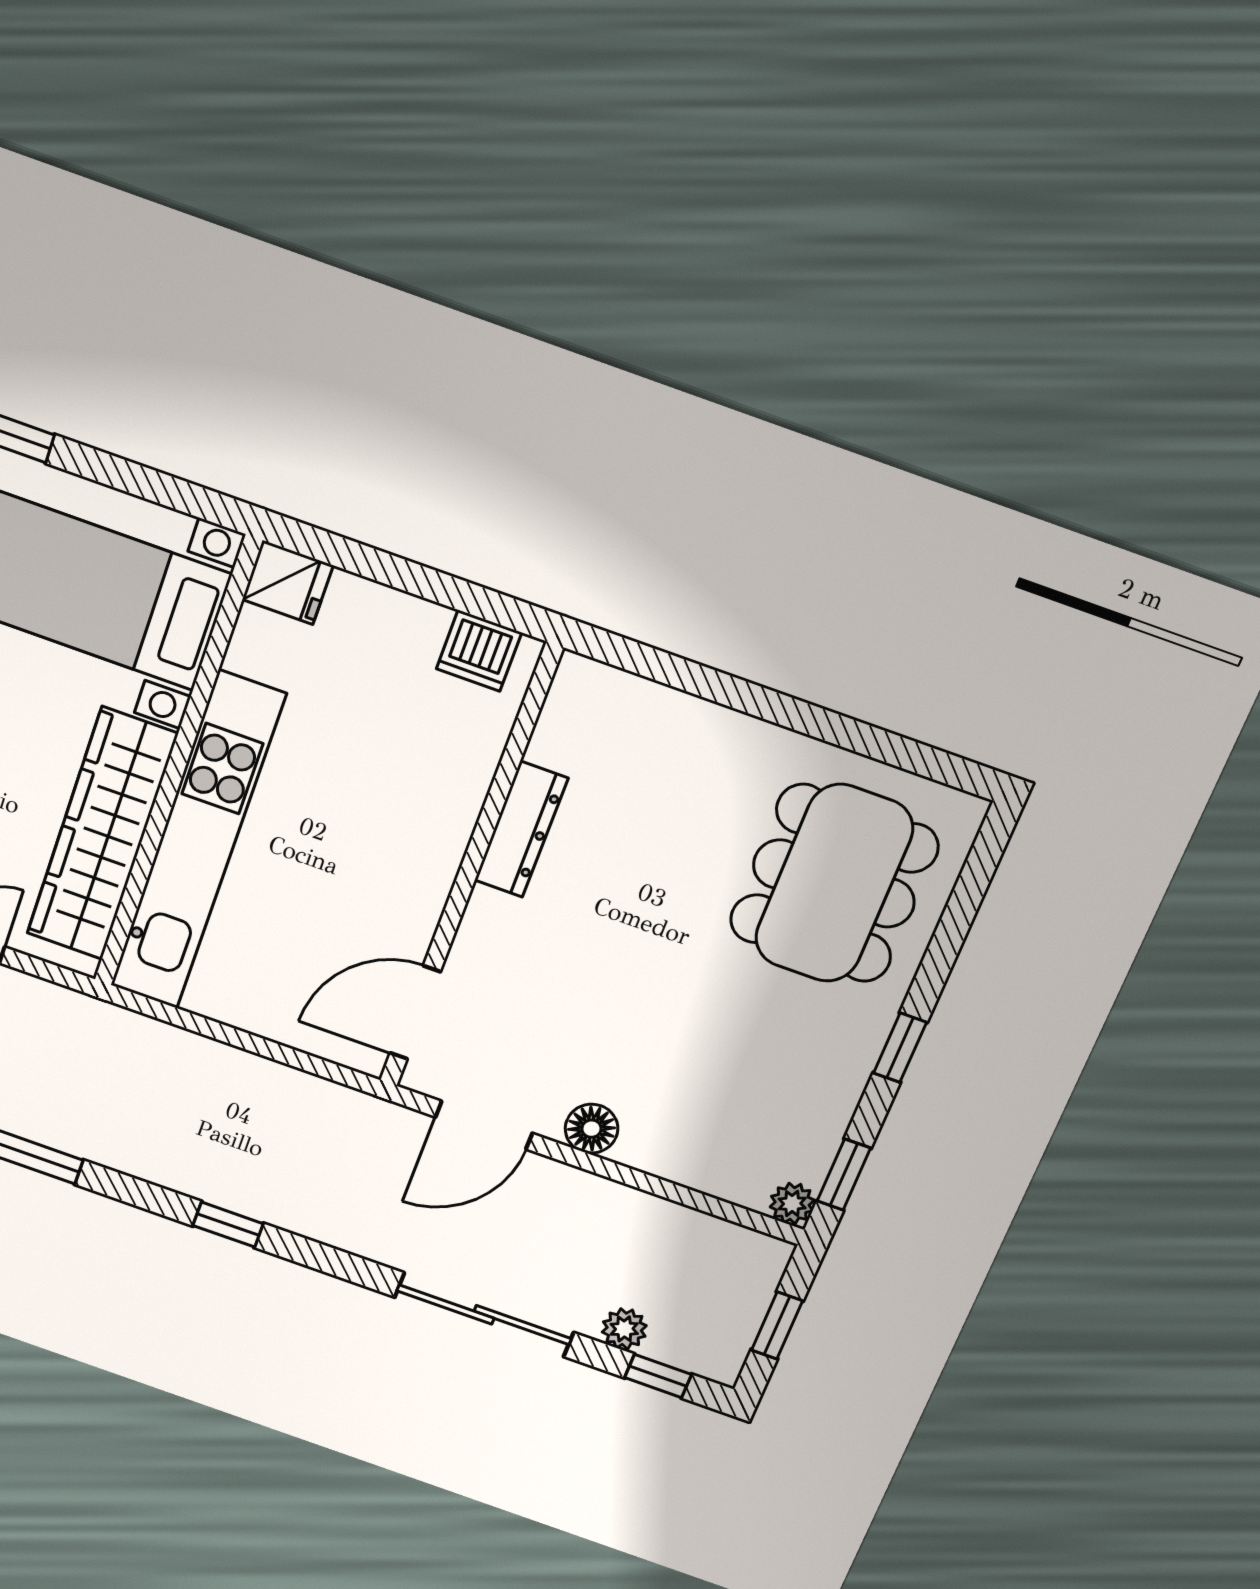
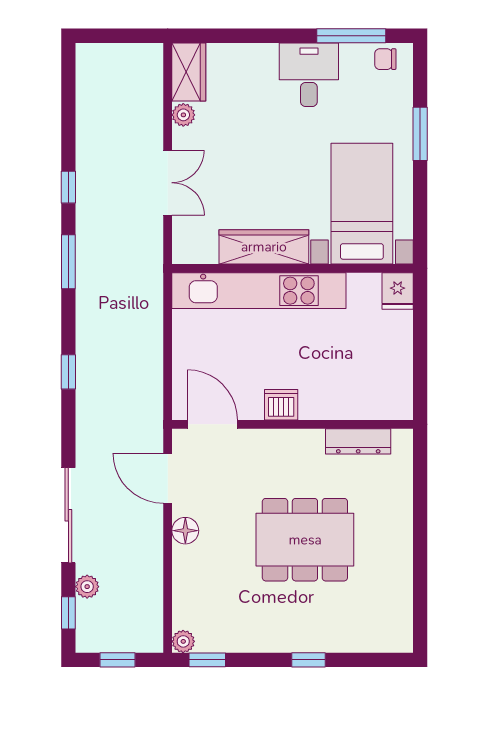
dishwasher: (479, 651) -> (281, 405), moved, turned 90
dresser: (521, 829) -> (358, 441), moved
wardrobe: (102, 834) -> (264, 247), width x0.71, depth x0.85
dining table: (834, 884) -> (305, 540), moved
window: (900, 1048) -> (309, 660), moved

